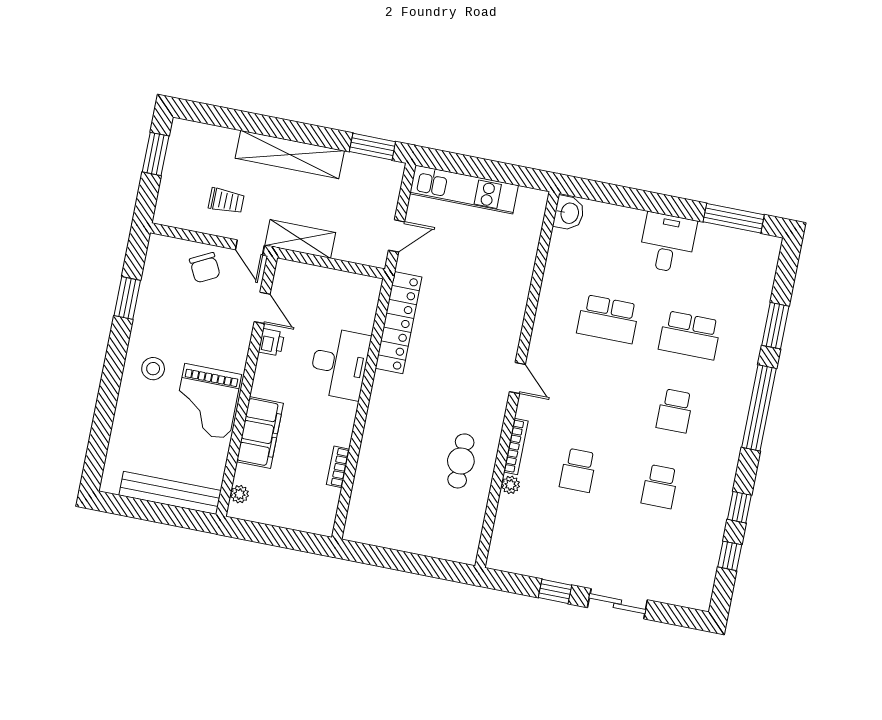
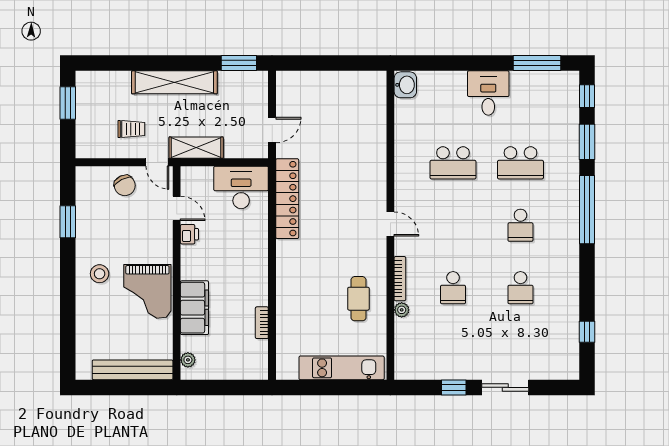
kitchen unit: (464, 190) -> (342, 368), moved, turned 180
desk: (340, 364) -> (241, 187), moved, turned -90
window: (739, 507) -> (587, 96), moved

